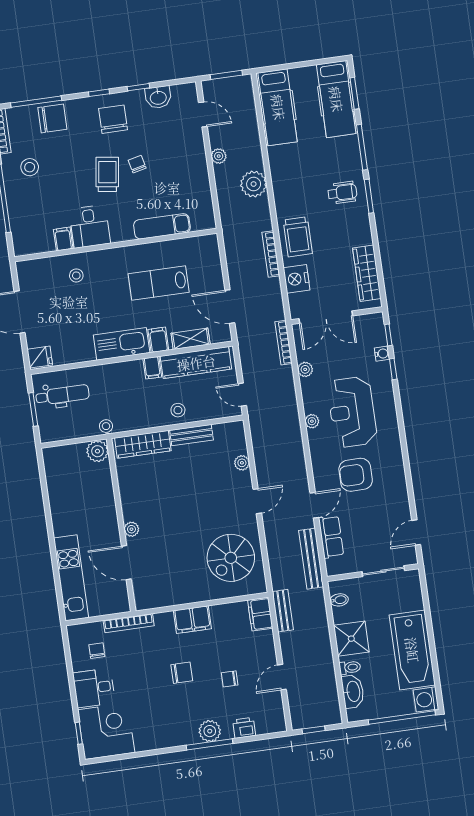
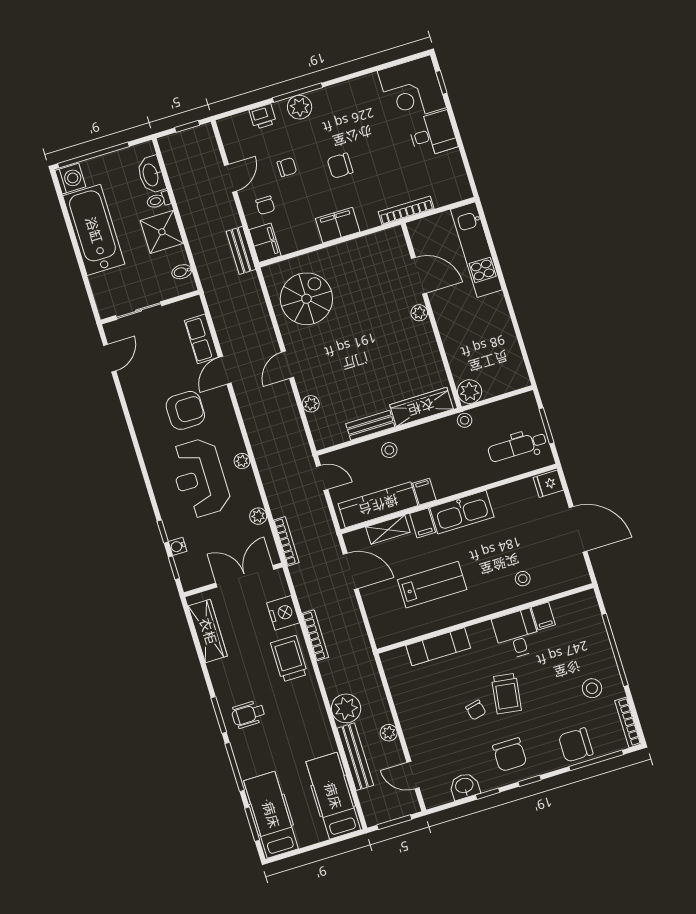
reception desk: (352, 412) -> (200, 478), turned 180
bench: (311, 559) -> (355, 757), moved
chair: (97, 651) -> (265, 205), moved

